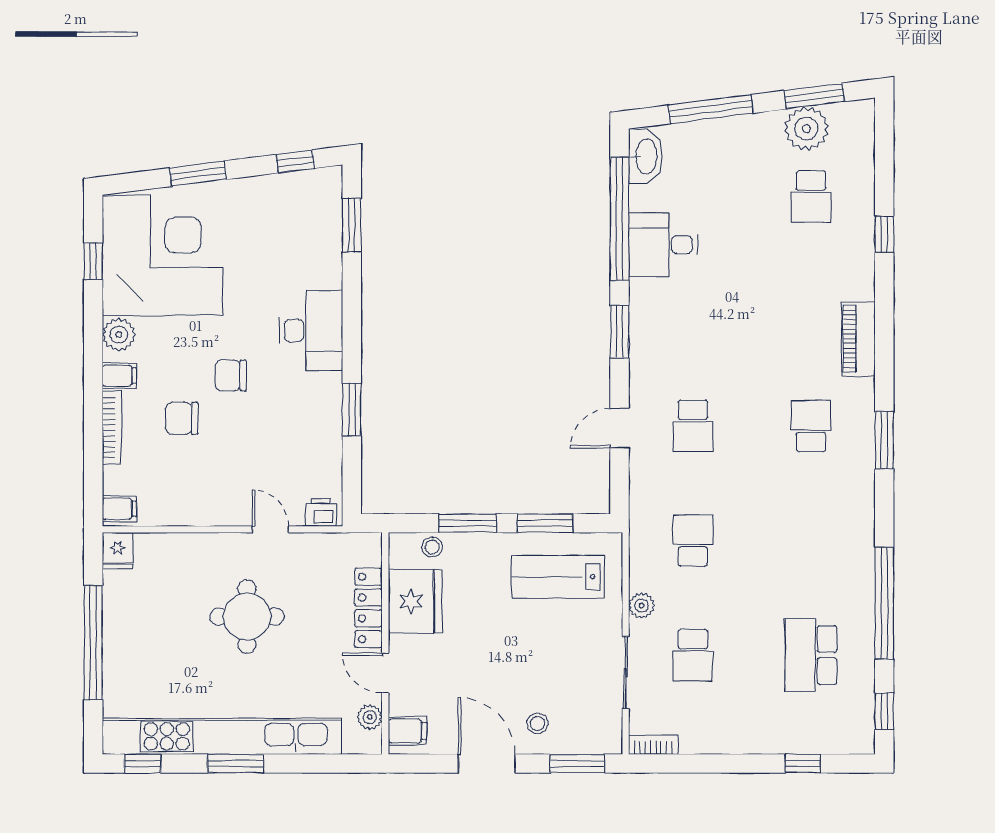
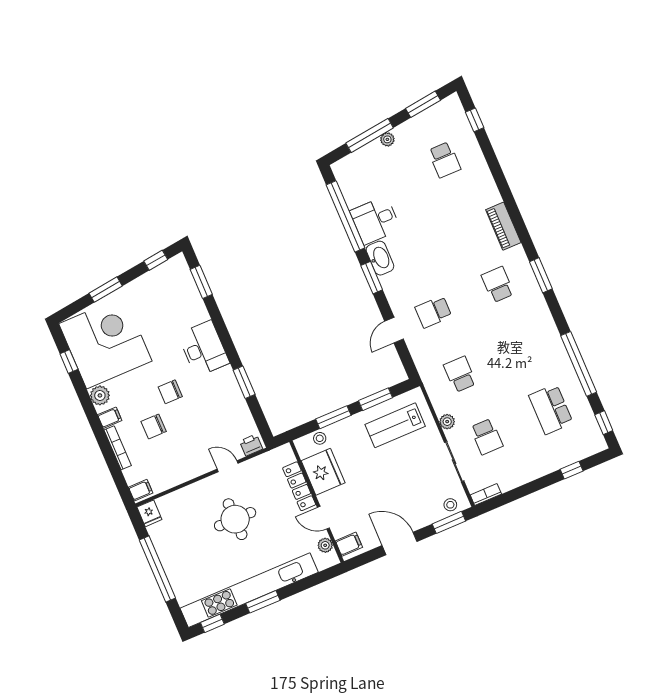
plant: (806, 128) -> (387, 139), moved, width x0.53, depth x0.53
washbasin: (645, 156) -> (380, 258), moved
window: (884, 234) -> (475, 120), moved
school desk: (693, 426) -> (433, 312), turned 90
stool: (537, 723) -> (450, 505), moved

